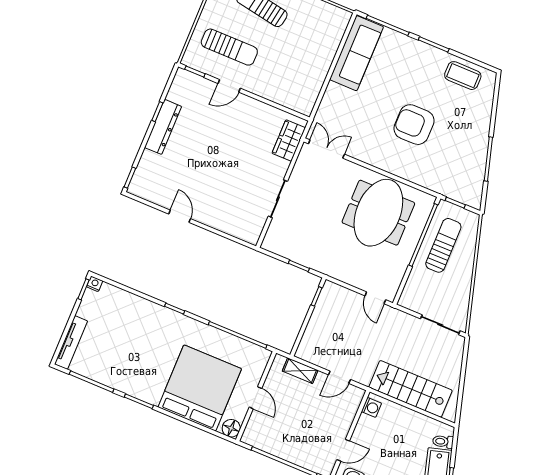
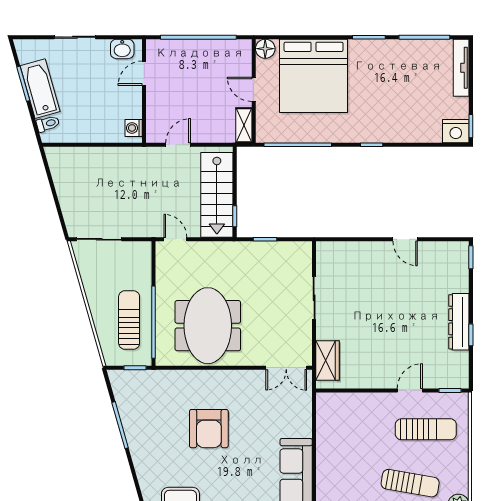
sun lounger: (229, 47) -> (426, 429), turned 180
armchair: (414, 125) -> (209, 429), turned 90
sun lounger: (443, 245) -> (129, 320), turned 180
nightstand: (95, 284) -> (456, 131), width x1.89, depth x1.79
shelving: (300, 371) -> (244, 125), moved, turned 90
stairs: (410, 389) -> (217, 195), moved, turned 90

